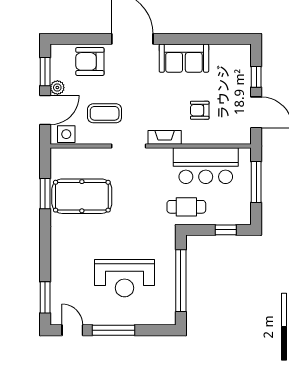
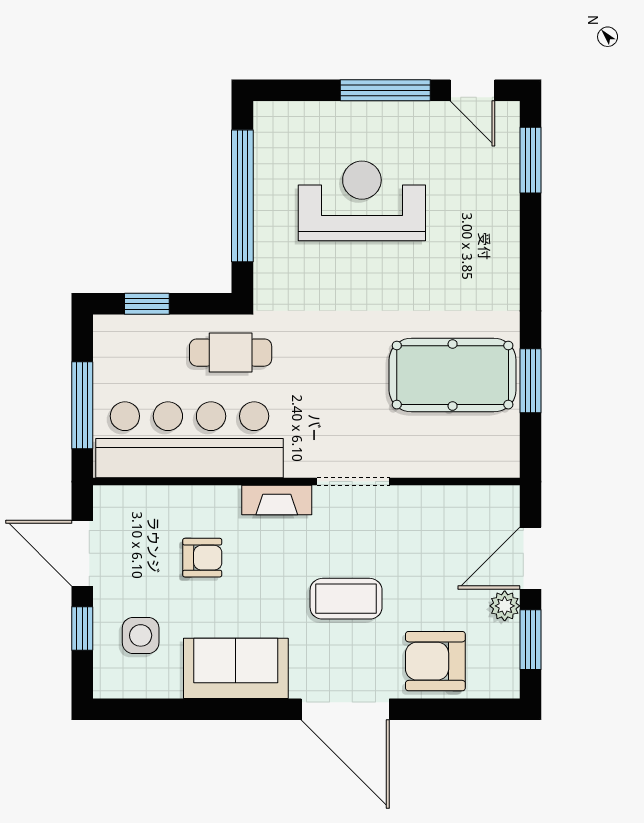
armchair: (90, 61) -> (435, 661), turned 180
coffee table: (105, 113) -> (346, 599), moved
side table: (66, 134) -> (141, 635), moved
bar counter: (206, 166) -> (189, 440), width x1.36

